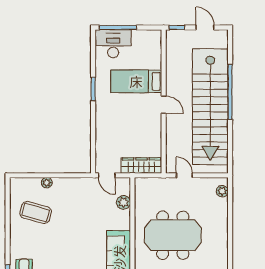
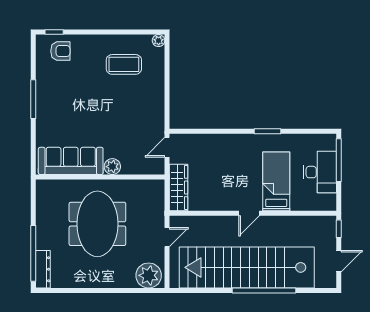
desk: (113, 44) -> (320, 172), moved
plant: (47, 183) -> (159, 41), moved
plant: (222, 191) -> (149, 275), width x1.88, depth x1.88
plant: (123, 202) -> (112, 167), moved
coffee table: (36, 212) -> (124, 64), turned 75

